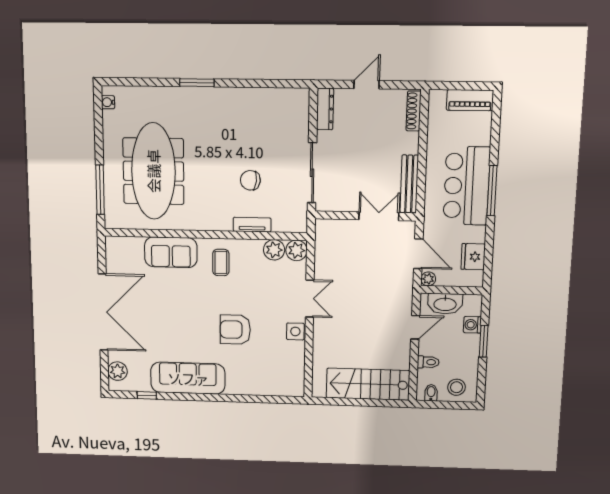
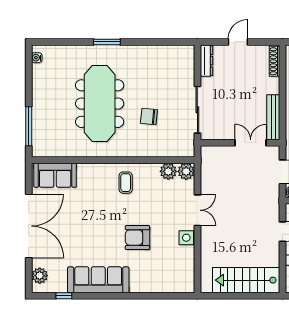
meeting table: (153, 171) -> (100, 104), moved
tv unit: (252, 225) -> (151, 152), removed
sofa: (171, 252) -> (55, 175), moved

